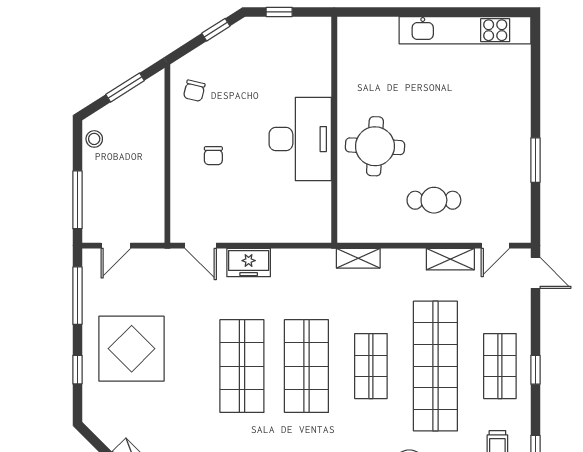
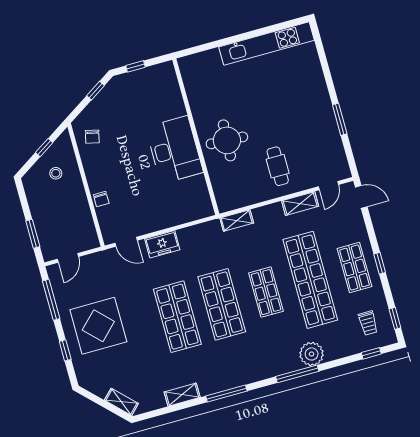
window: (125, 87) -> (44, 148), width x0.67
stool: (94, 139) -> (56, 173), moved
chair: (213, 156) -> (101, 199), moved
window: (77, 200) -> (33, 234), width x0.69
cafe table: (434, 200) -> (278, 166), turned 90

